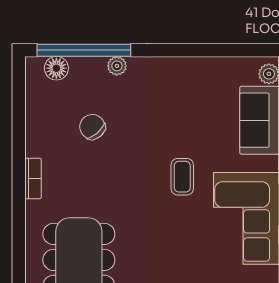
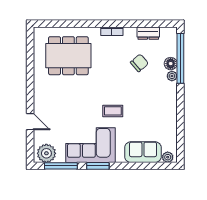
floor lamp: (56, 68) -> (171, 64), moved
dresser: (37, 110) -> (148, 33), added

